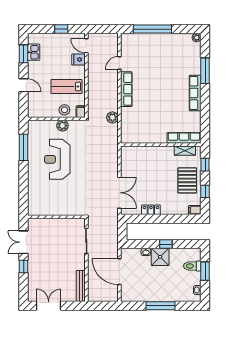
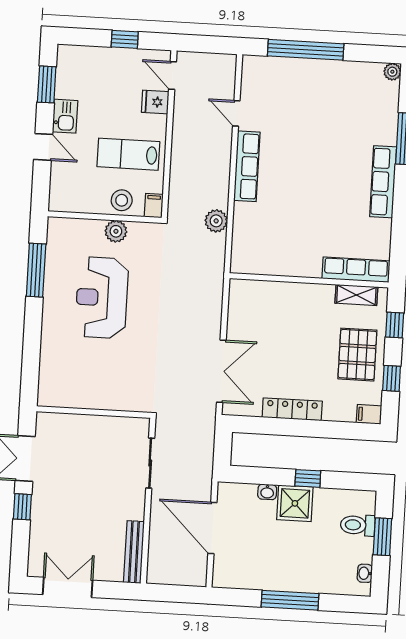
kitchen sink: (34, 52) -> (65, 116), moved
door: (119, 63) -> (236, 113), hinge flipped
locker: (151, 210) -> (292, 409), width x1.53

